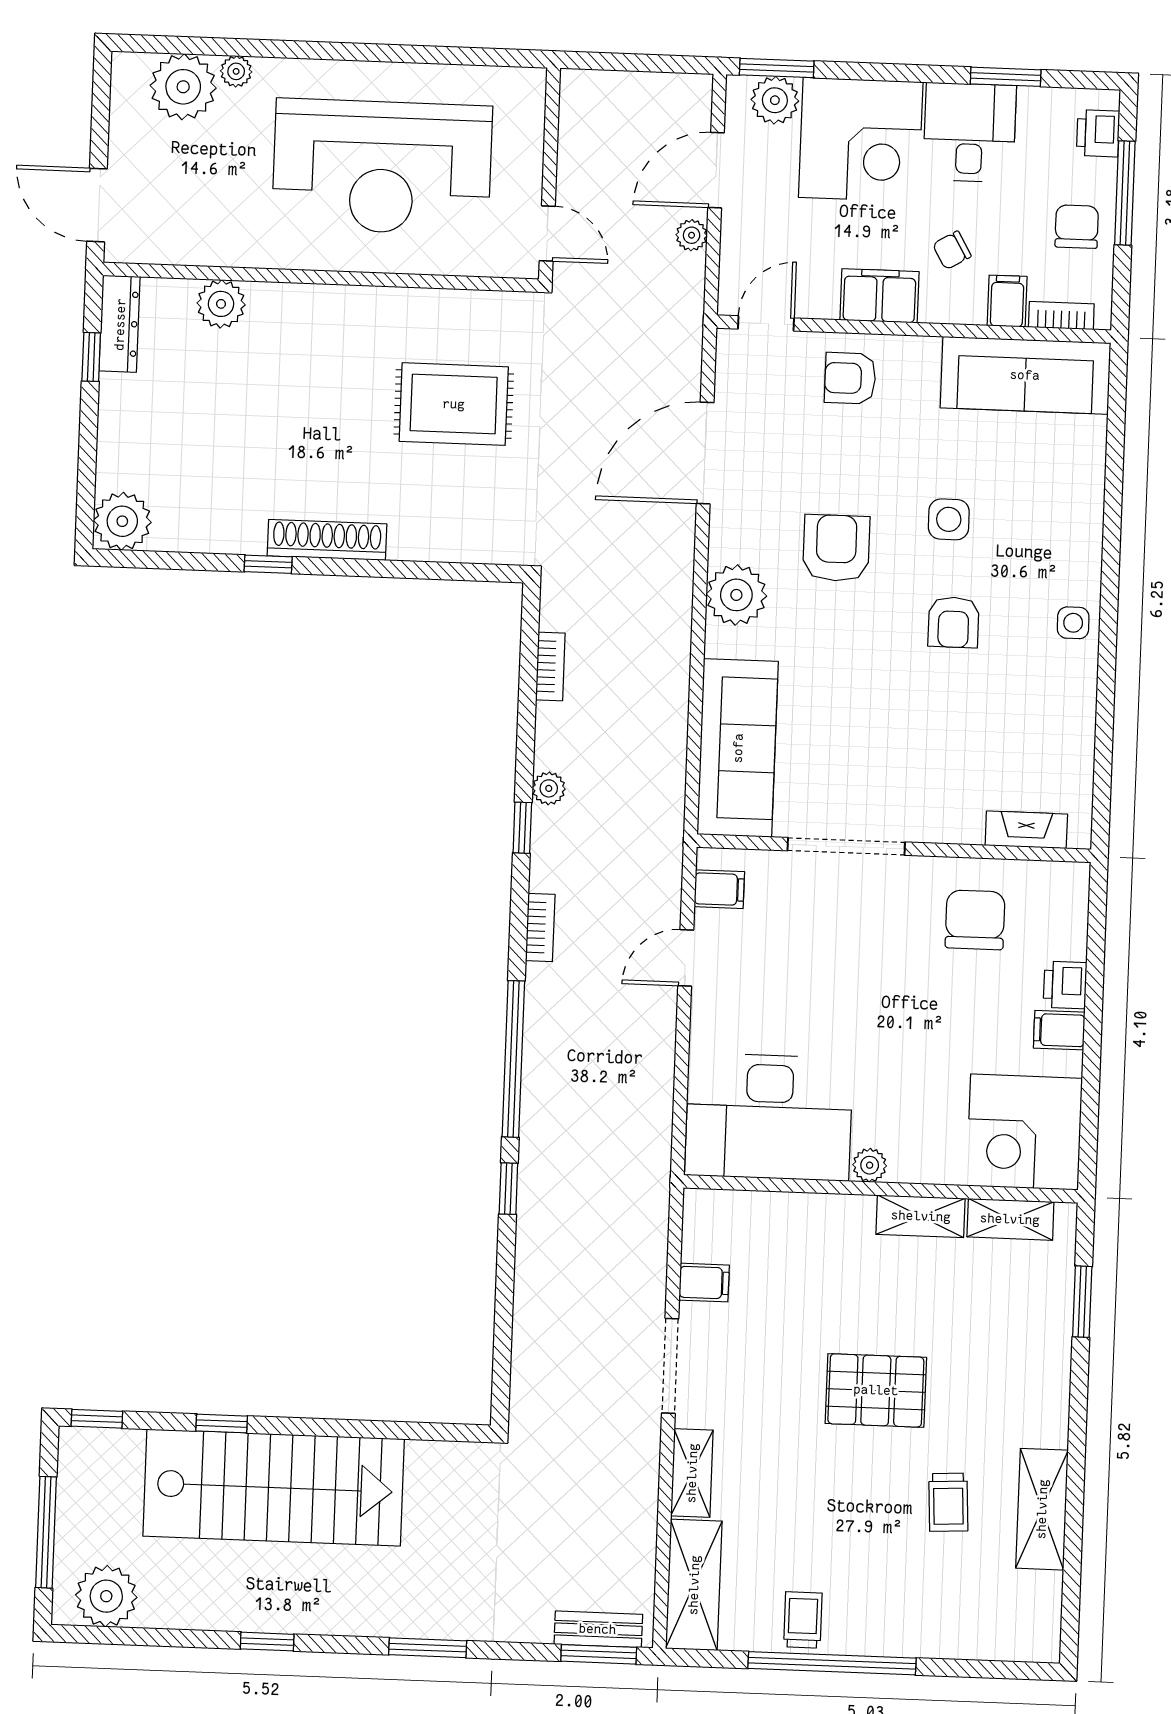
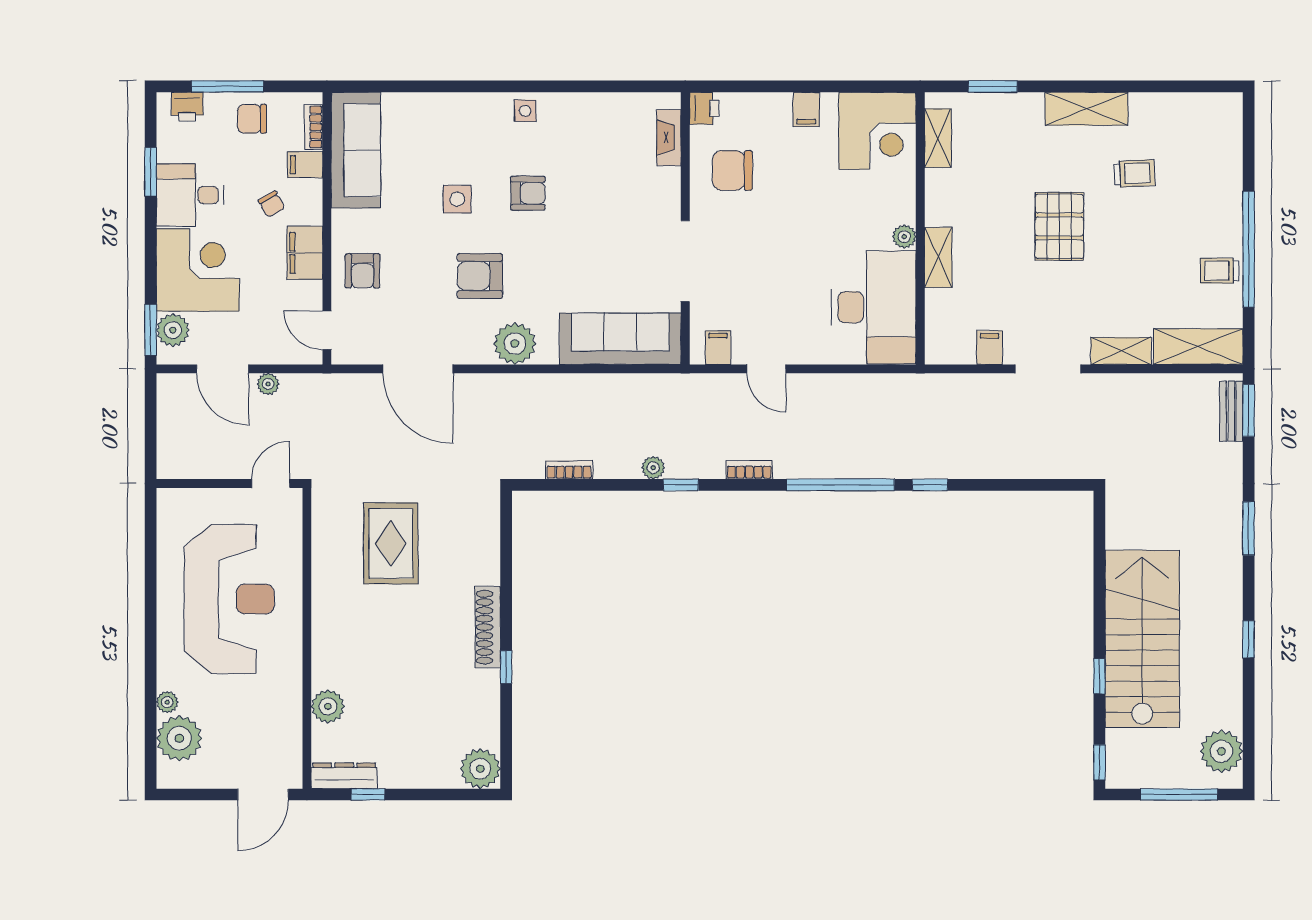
printer: (1065, 985) -> (704, 108), moved, turned -90
shelving: (921, 1216) -> (938, 257), moved
shelving: (1042, 1509) -> (1087, 109), moved

